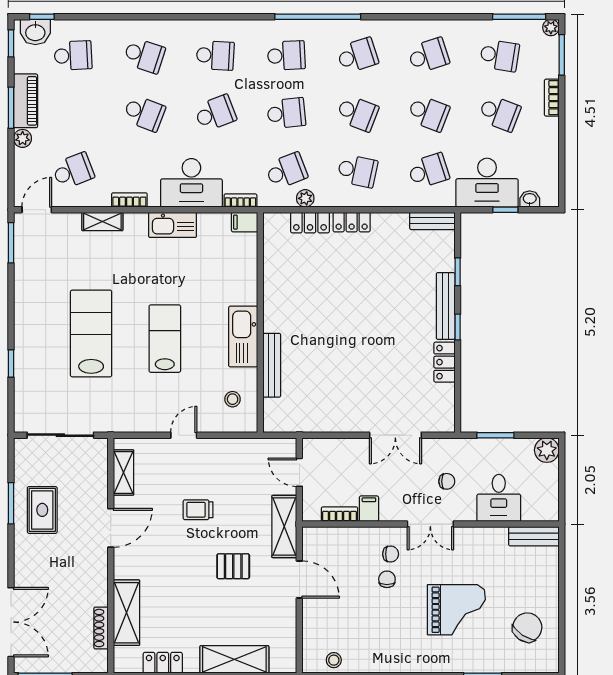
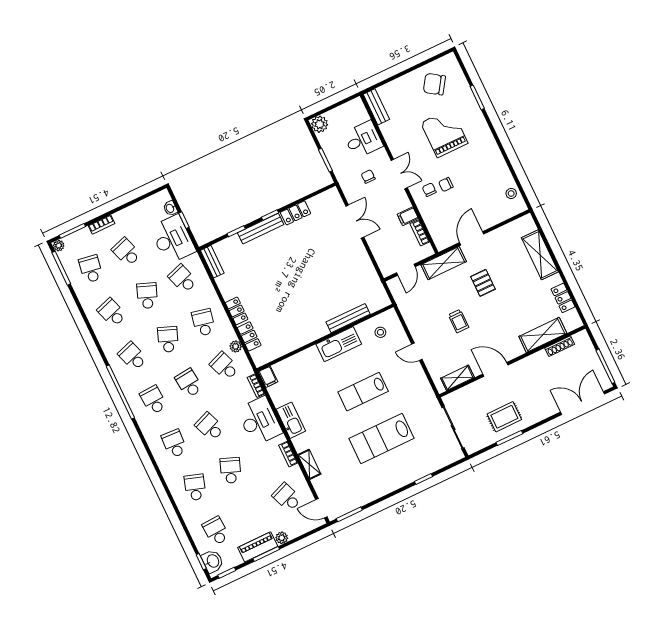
school desk: (500, 113) -> (126, 252), turned -39

